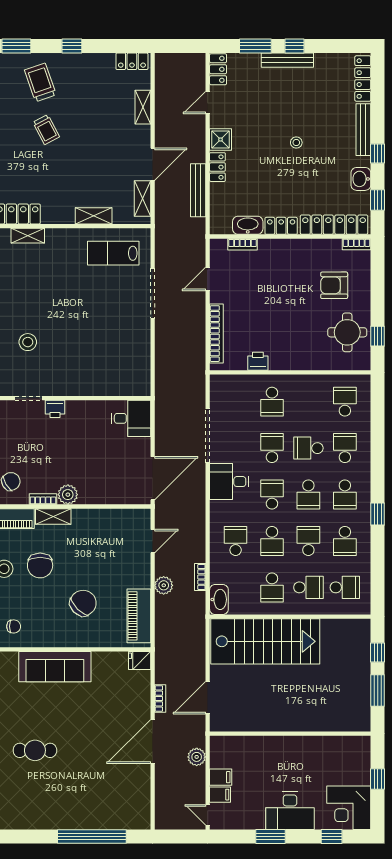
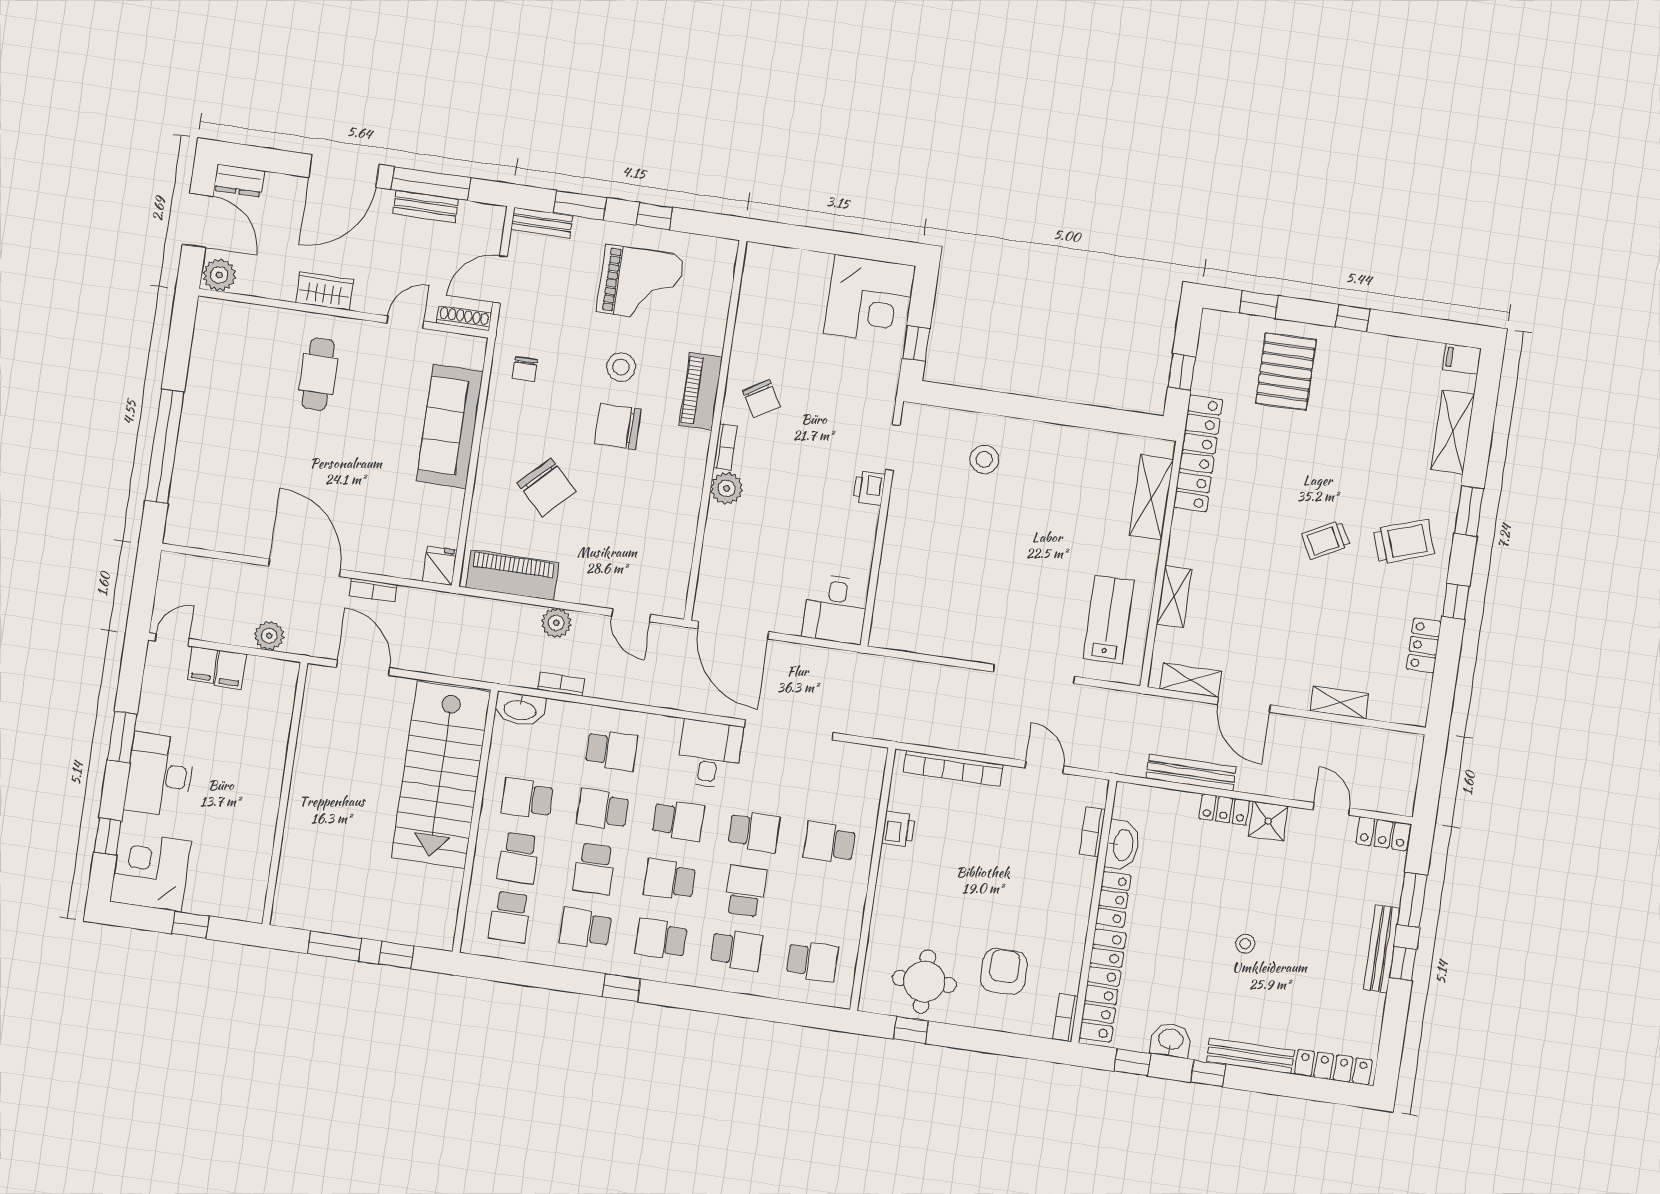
locker: (132, 61) -> (1424, 646), moved
shelving: (28, 236) -> (1151, 497), width x1.50, depth x1.33
shelving: (53, 517) -> (694, 459), removed
school desk: (308, 541) -> (594, 869), turned 90

